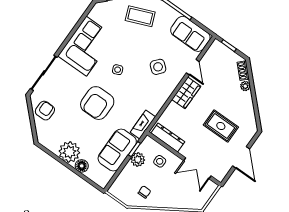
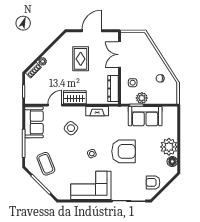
fireplace: (143, 125) -> (97, 111), moved
floor lamp: (82, 166) -> (172, 161), moved
double door: (197, 168) -> (120, 55), swing flipped

